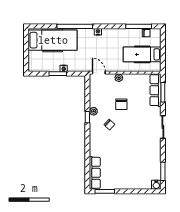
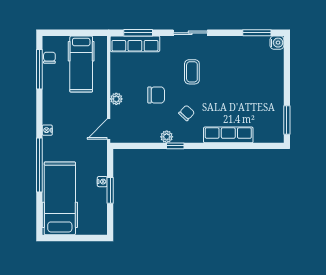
coffee table: (137, 128) -> (192, 72), added
row of seats: (95, 173) -> (228, 135), moved

